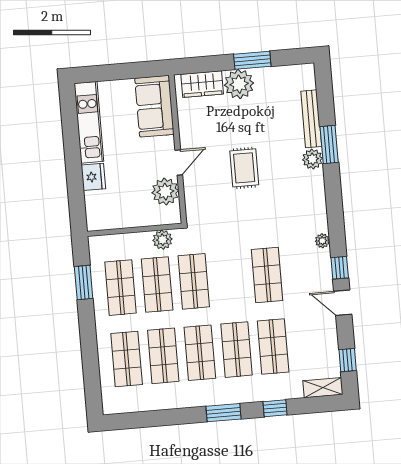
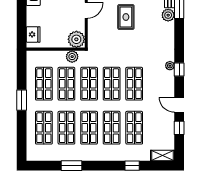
fridge: (93, 177) -> (33, 34), moved
plant: (165, 192) -> (76, 39), moved
window: (340, 268) -> (179, 69), moved
shop shelf: (230, 278) -> (112, 84), added
window: (84, 282) -> (22, 100), moved
window: (348, 360) -> (179, 128), moved
window: (223, 413) -> (72, 166), moved

